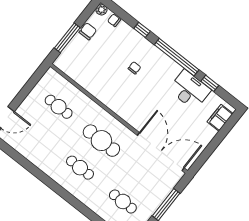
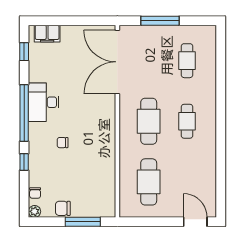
window: (210, 83) -> (24, 52), moved
desk: (190, 90) -> (44, 102), moved
cafe table: (59, 107) -> (149, 182), width x1.37, depth x1.35

